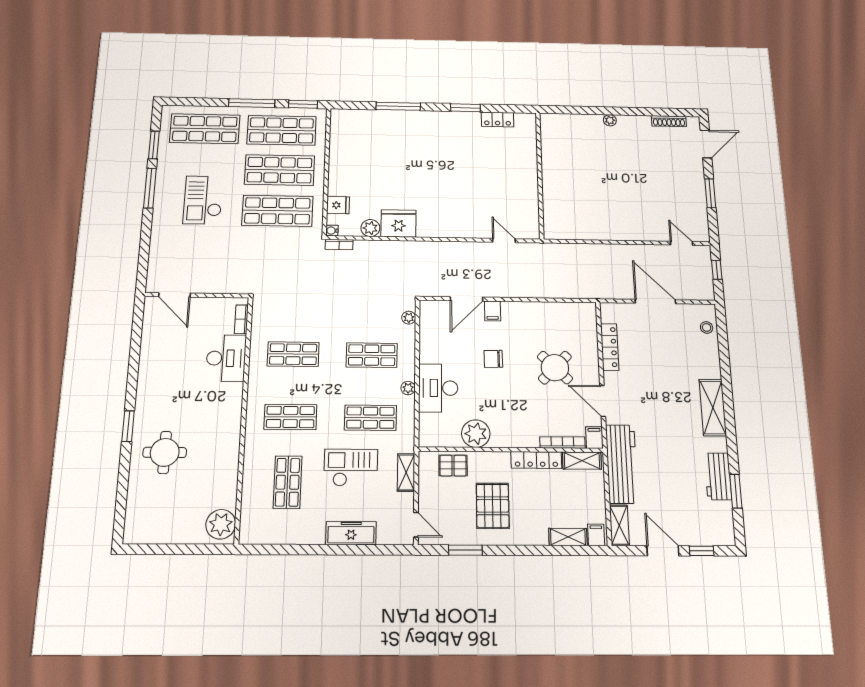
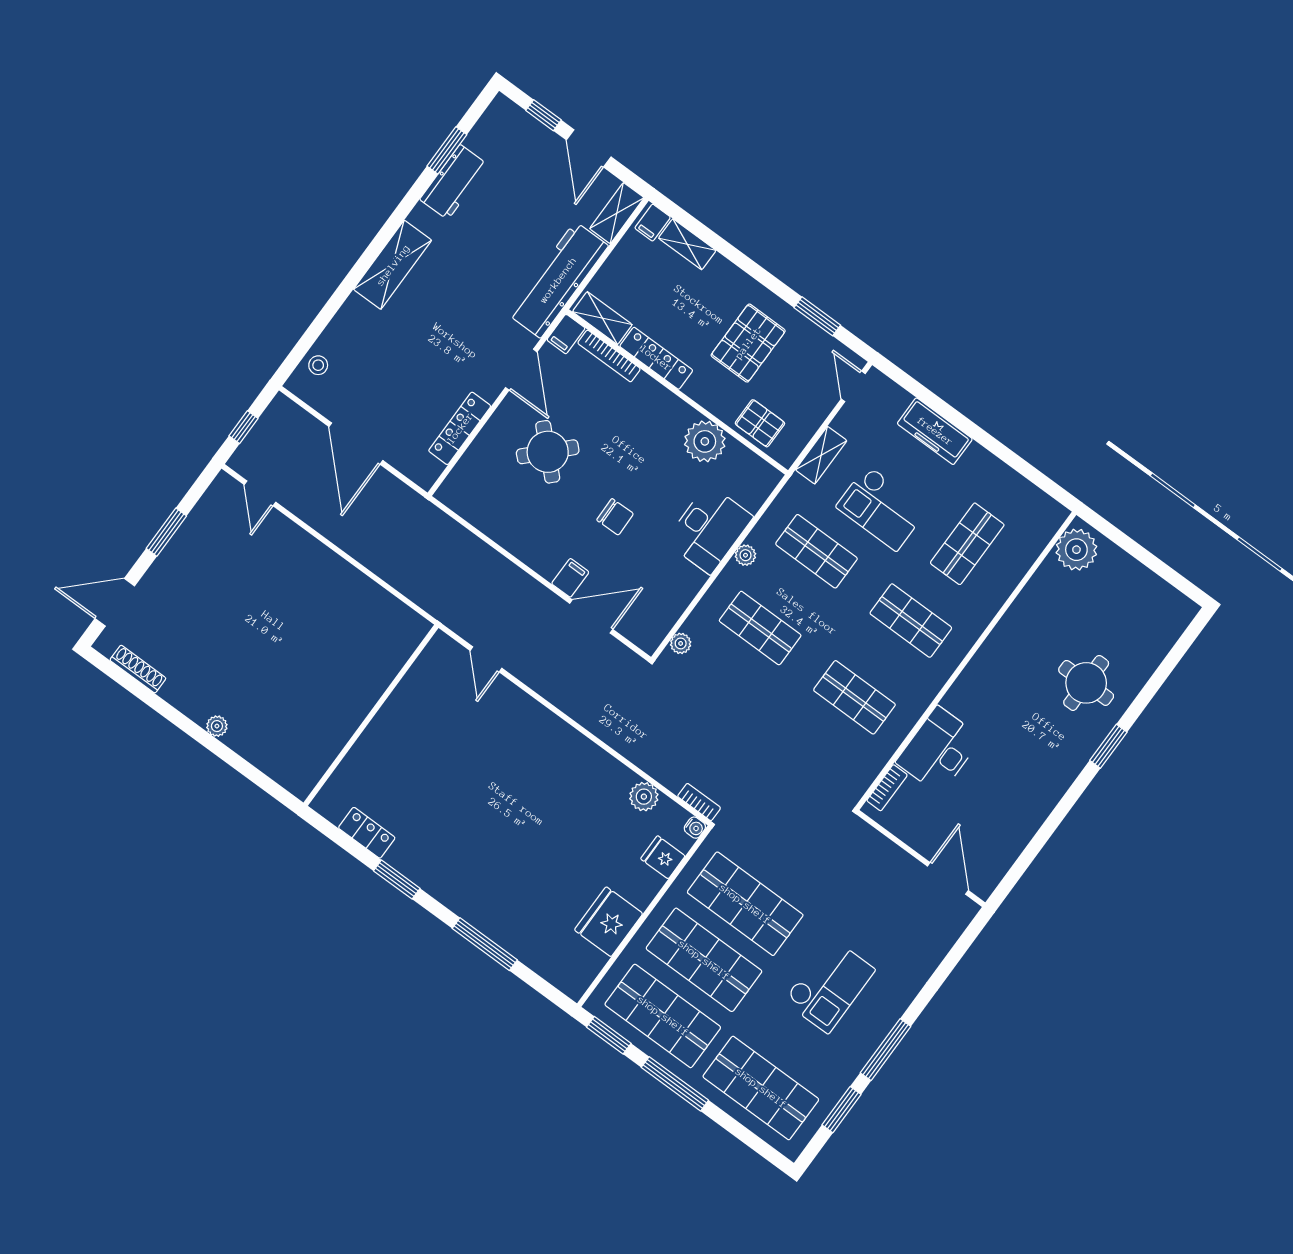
fridge: (399, 223) -> (609, 922), moved, turned 90

